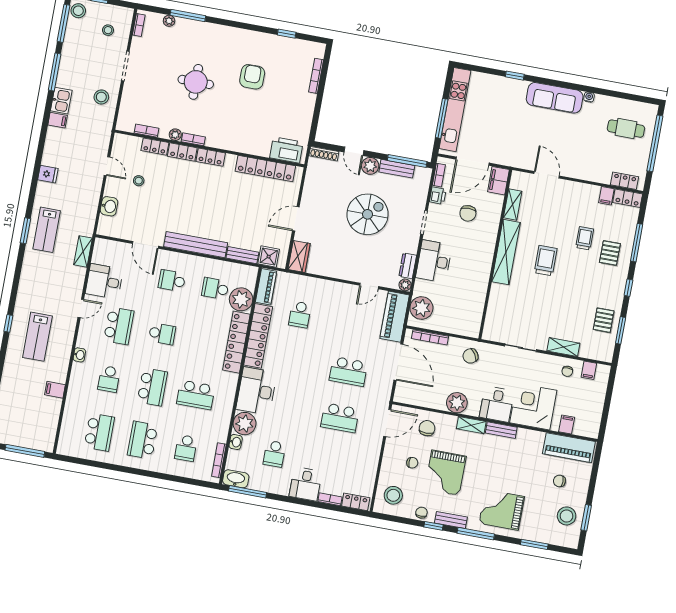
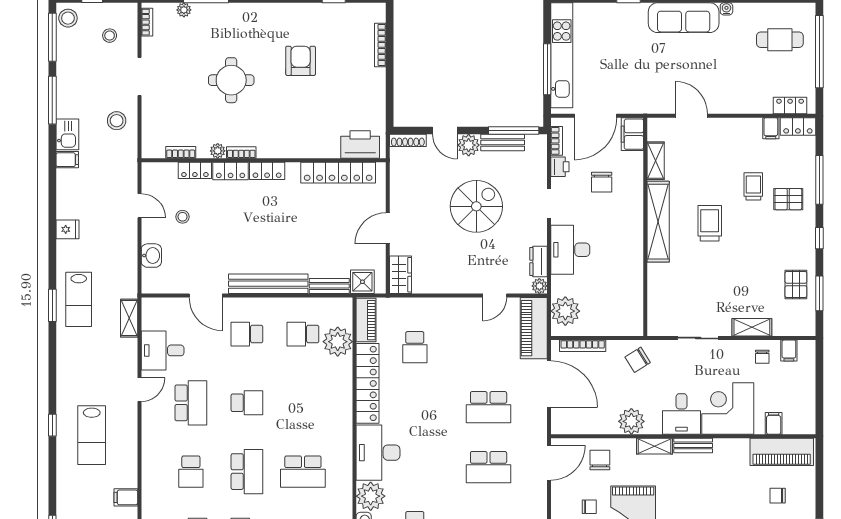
pallet: (610, 253) -> (788, 199), turned 90
locker: (236, 342) -> (342, 396), removed
washbasin: (79, 355) -> (148, 448), removed

